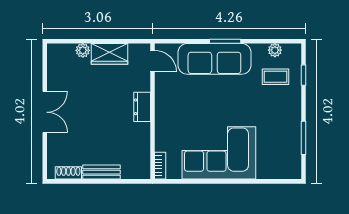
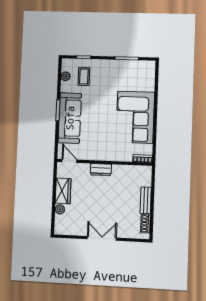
door: (153, 61) -> (69, 161), hinge flipped

